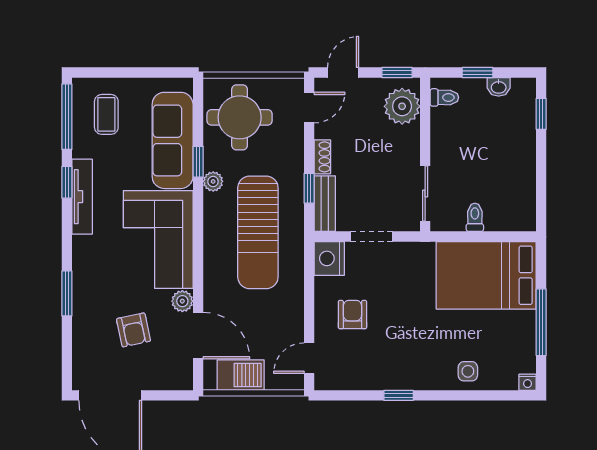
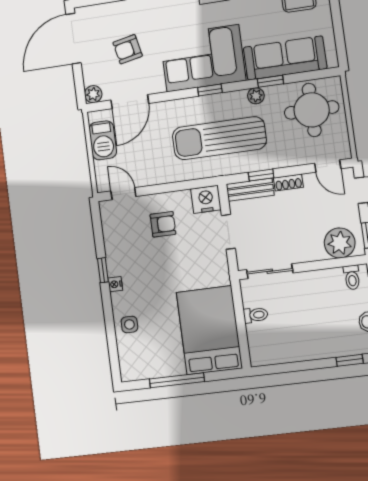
window: (198, 236) -> (210, 90), added
plant: (182, 301) -> (93, 94), moved
nightstand: (528, 382) -> (115, 284), moved

